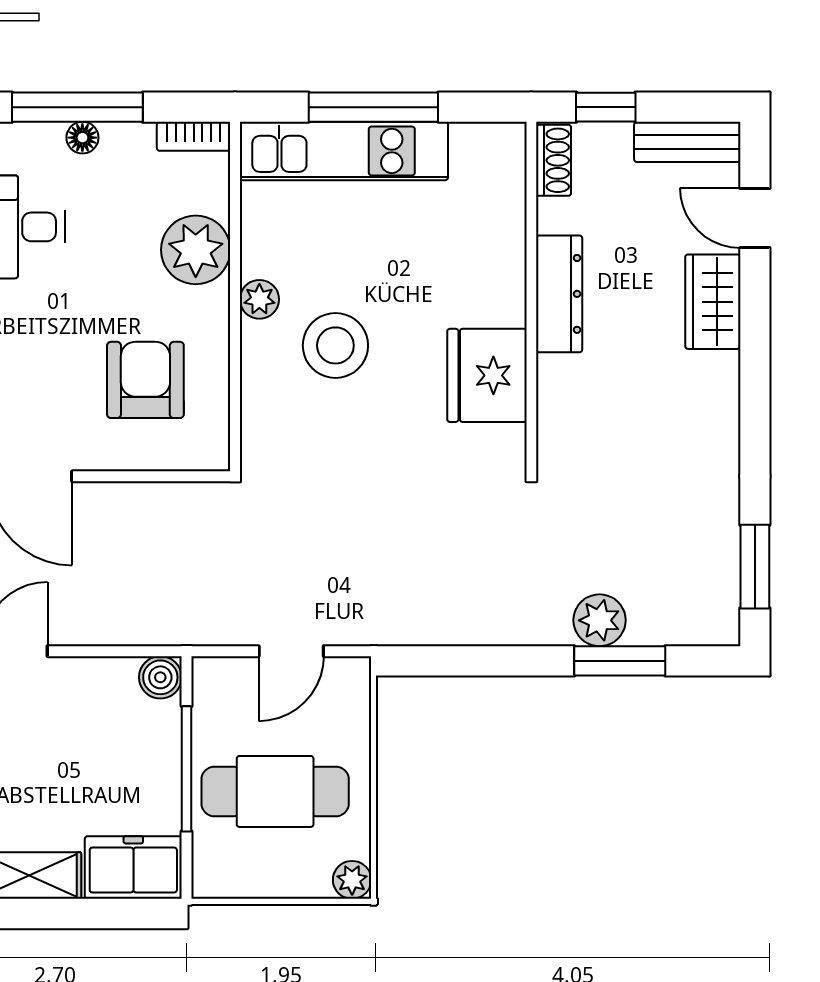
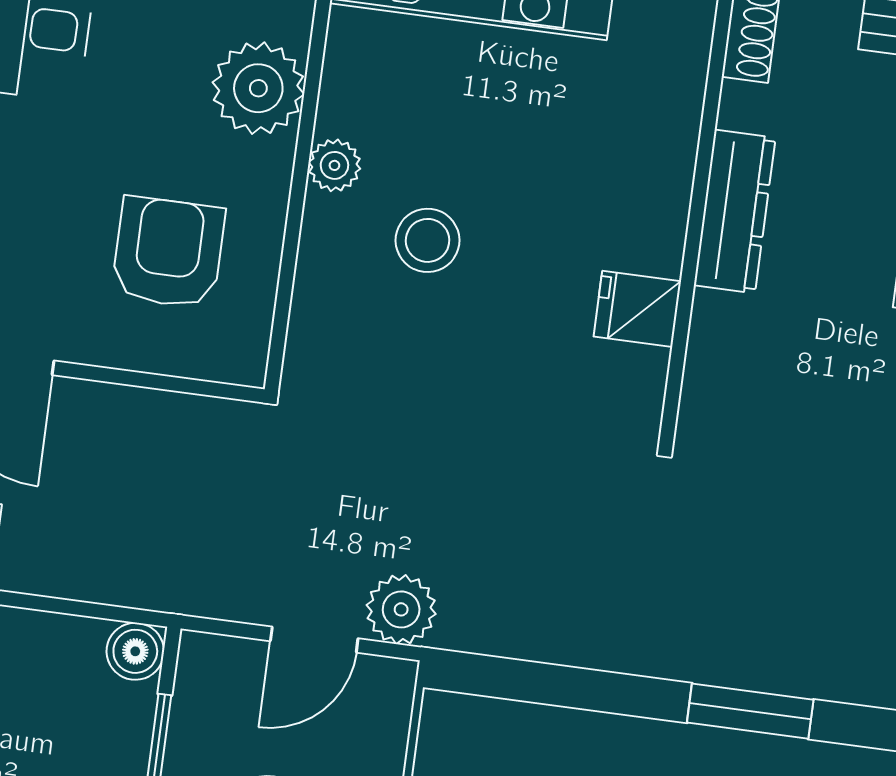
stool: (335, 345) -> (428, 240), width x0.73, depth x0.73
fridge: (487, 375) -> (637, 309), width x0.53, depth x0.75
plant: (600, 620) -> (401, 609), moved

